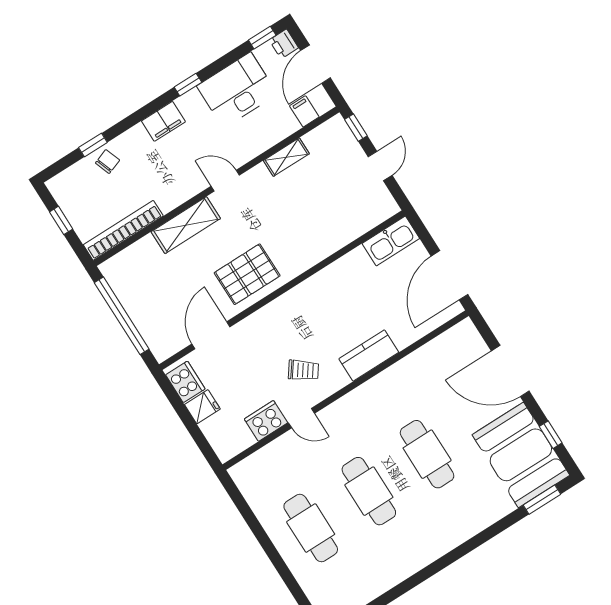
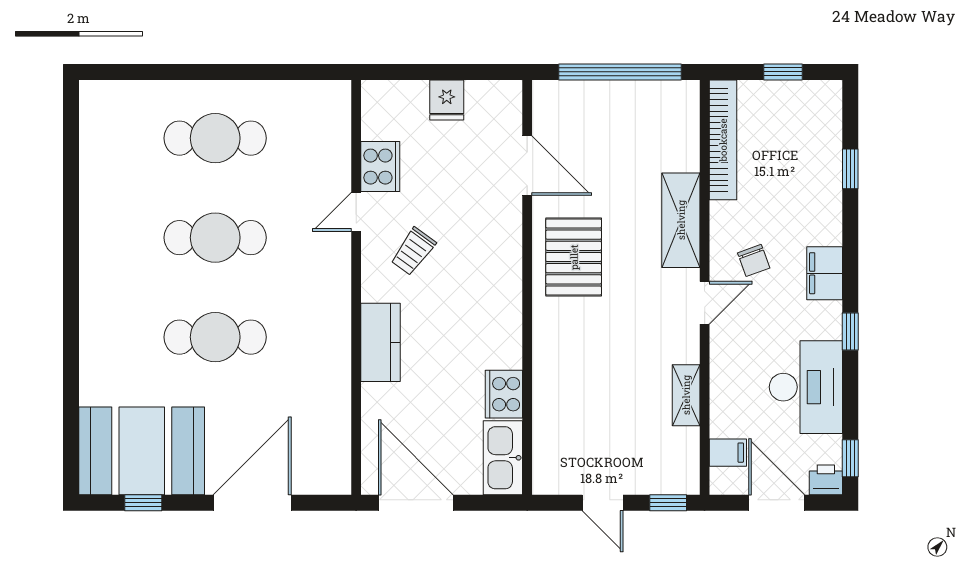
chair: (108, 162) -> (754, 260), moved
cooker: (185, 382) -> (504, 394), moved, turned 90
window: (542, 500) -> (71, 442), removed

